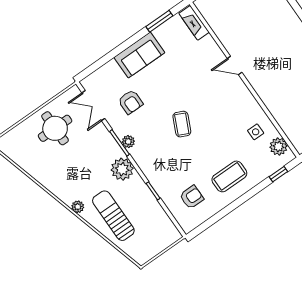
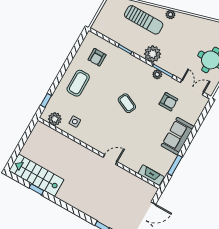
armchair: (131, 102) -> (168, 102), turned 180

